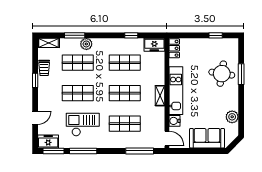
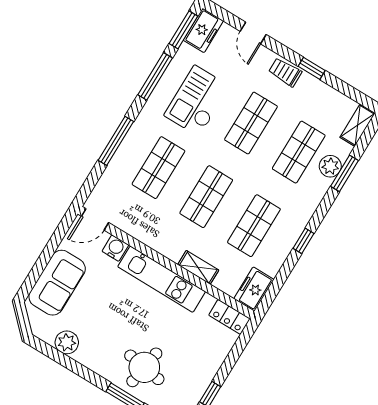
window: (131, 35) -> (304, 241), moved
plant: (86, 44) -> (330, 166), moved
trolley: (44, 68) -> (285, 72), moved
shelving: (160, 96) -> (198, 267), moved
checkout: (83, 125) -> (197, 101), turned 180
window: (140, 151) -> (116, 141), moved

